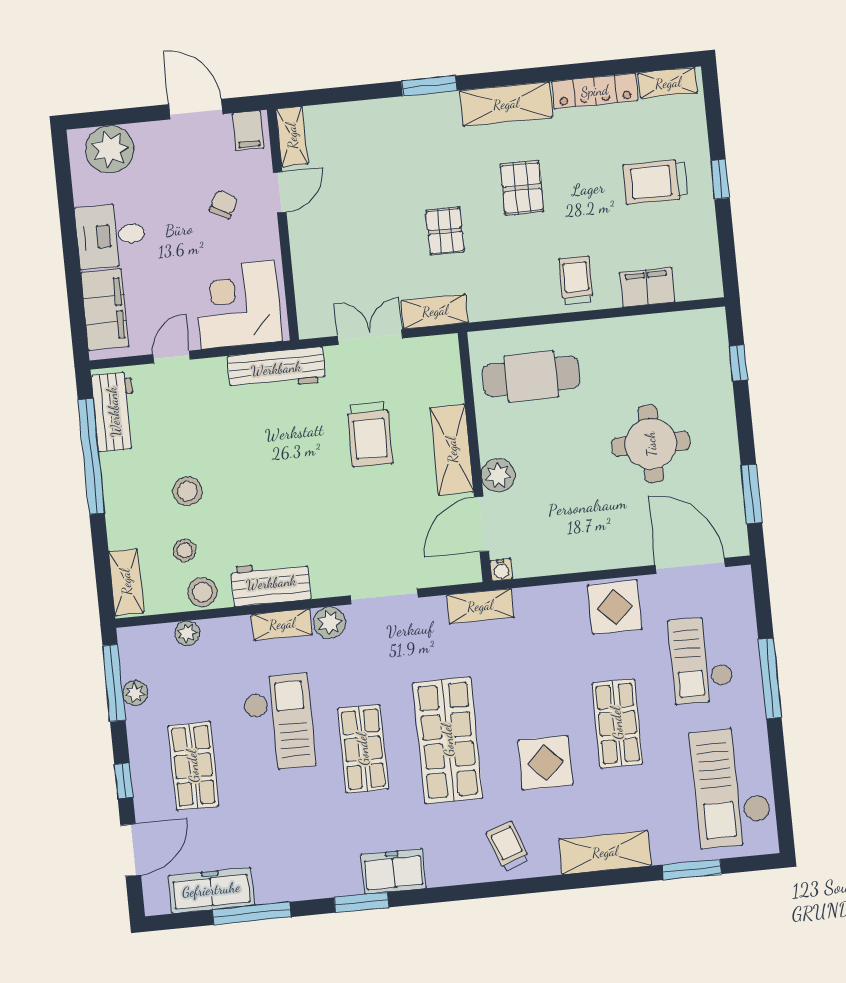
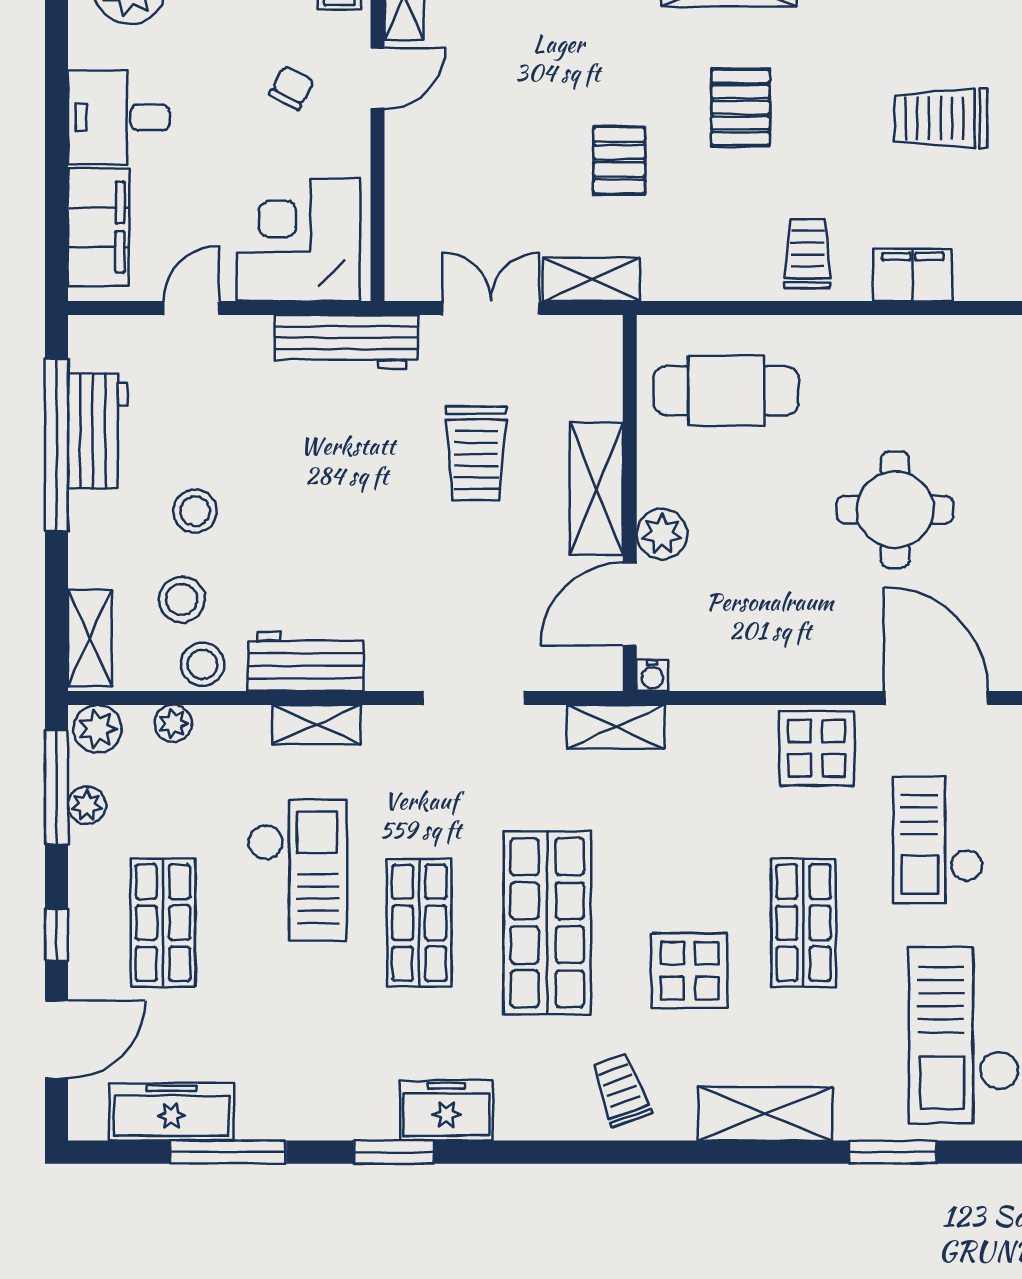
workbench: (114, 412) -> (98, 431), moved
stool: (185, 551) -> (182, 599), width x1.37, depth x1.37
plant: (330, 623) -> (98, 729), moved

